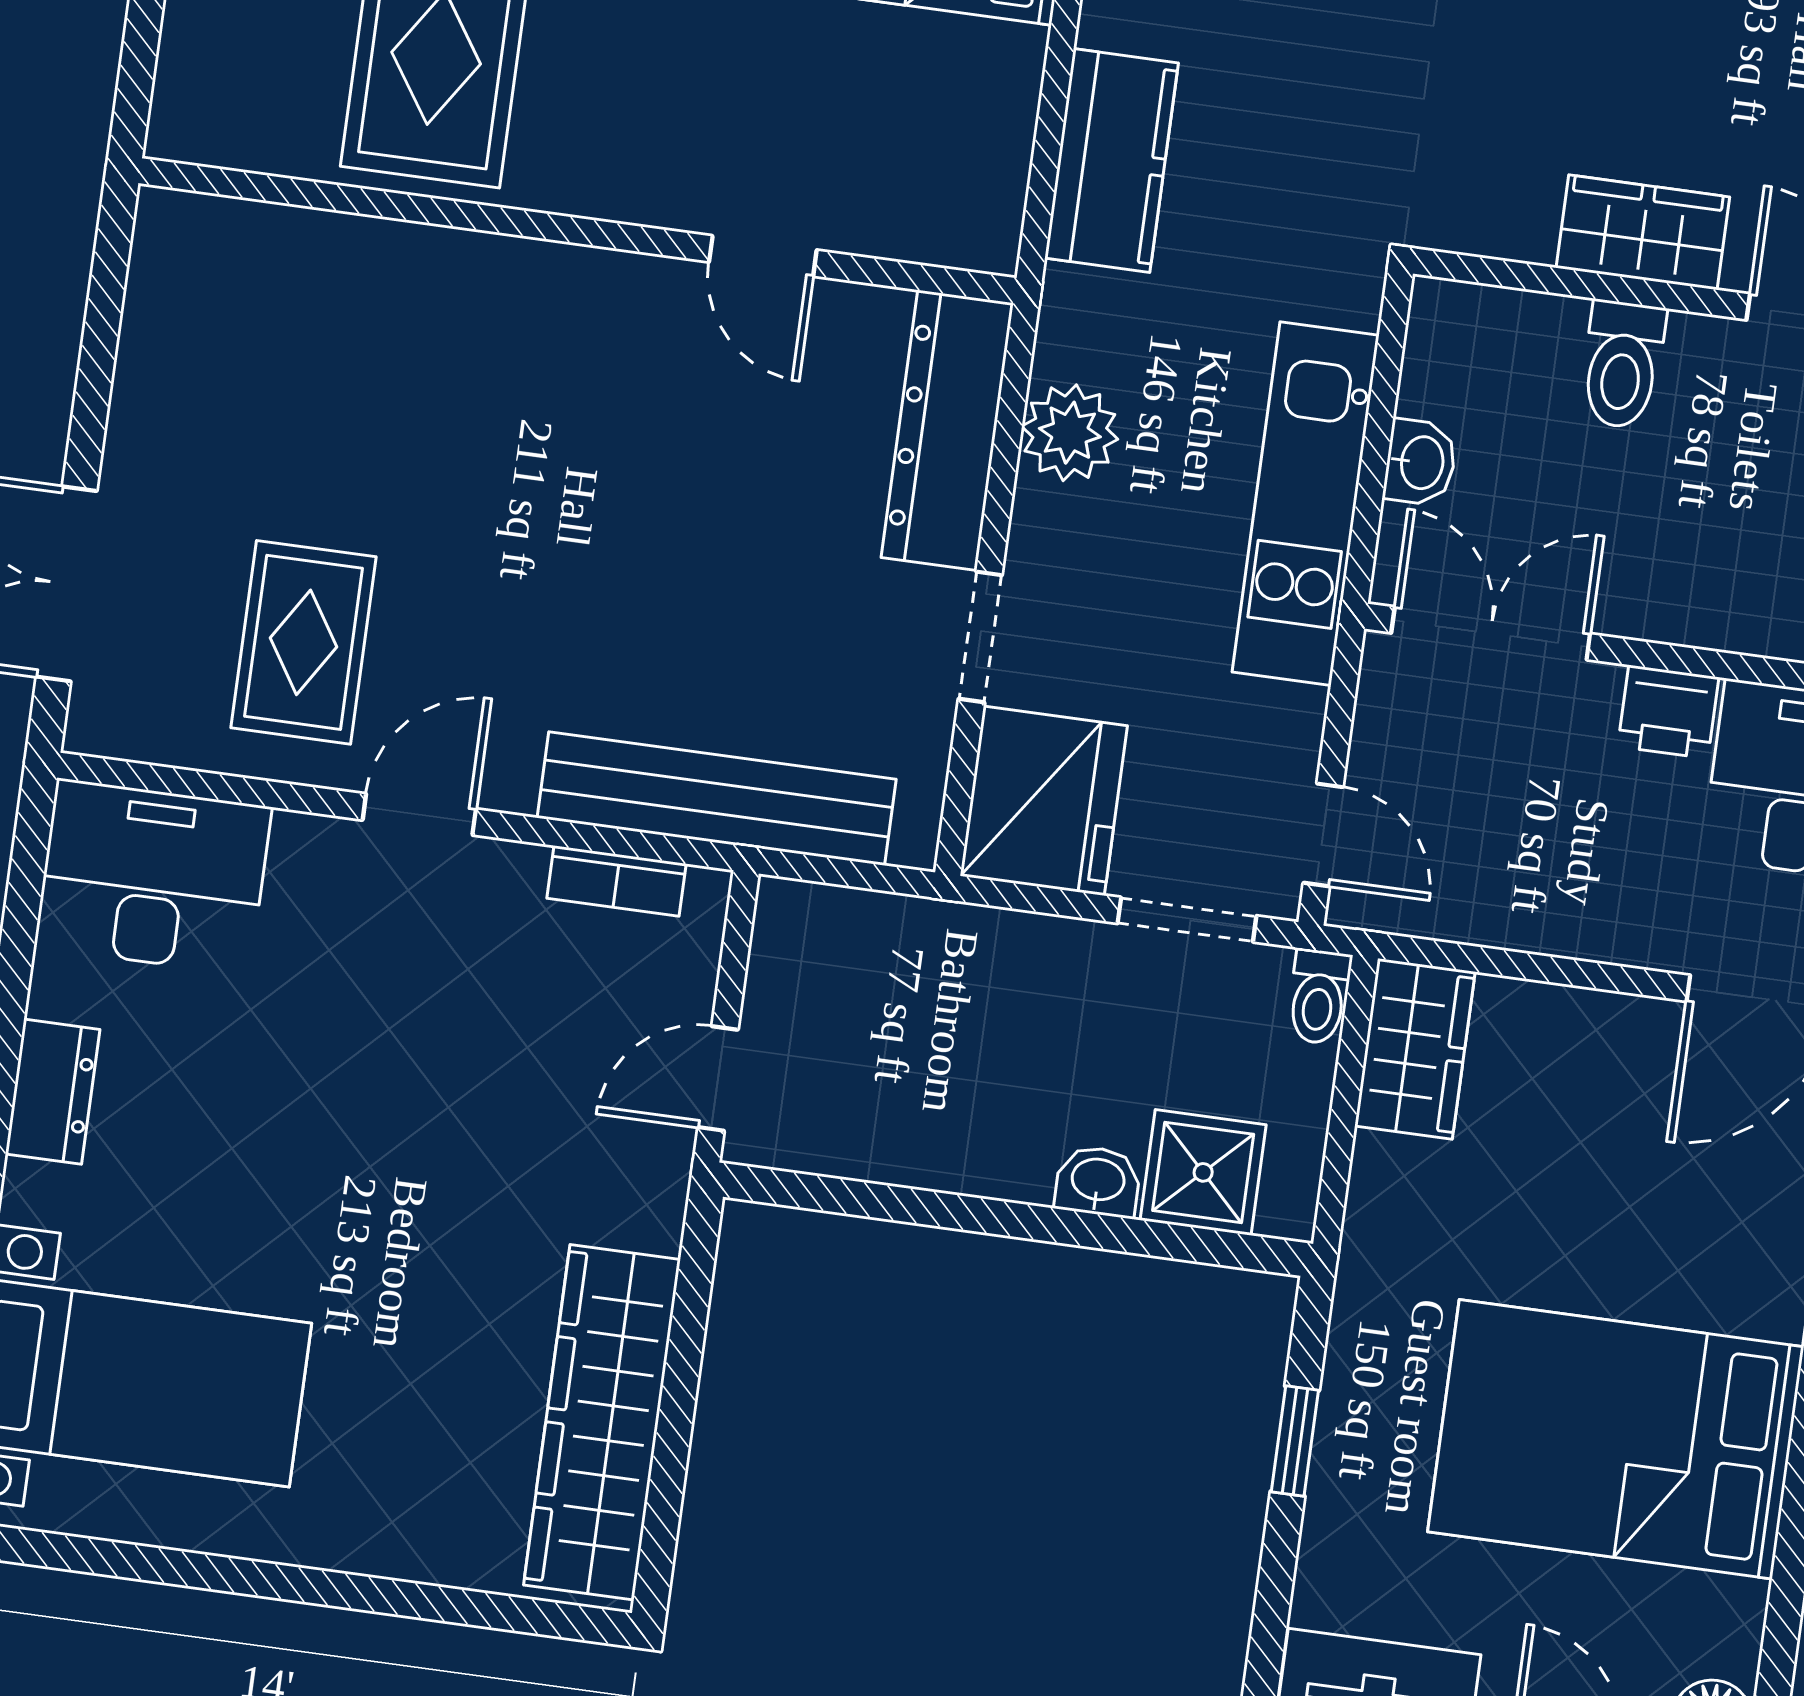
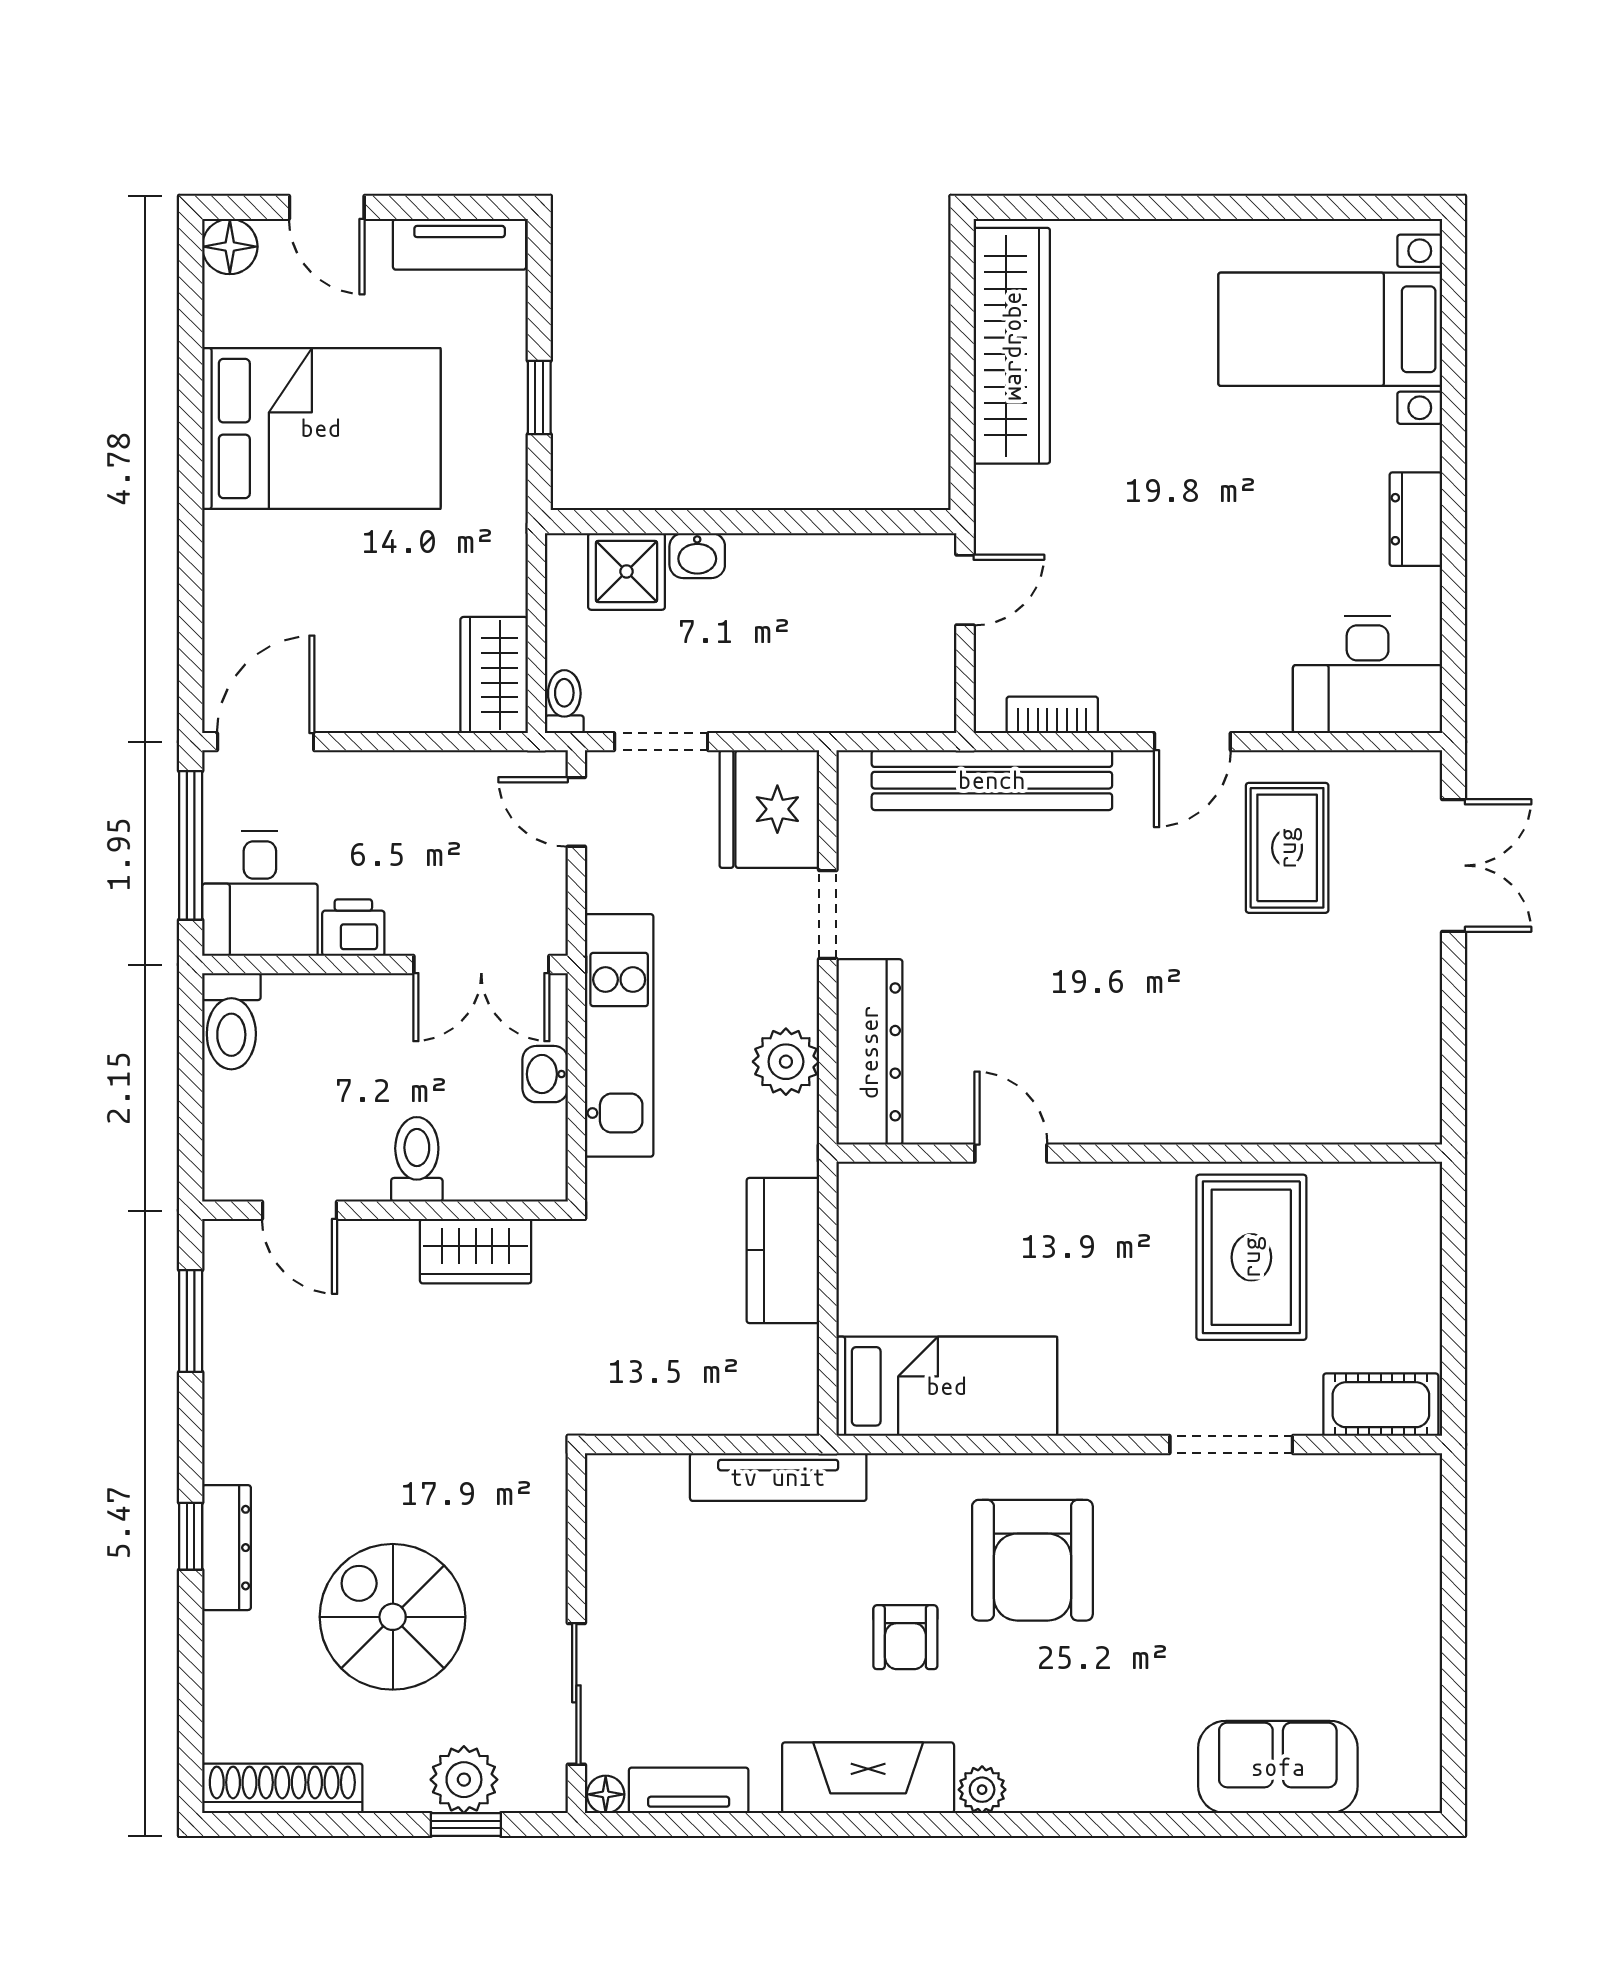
wardrobe: (1643, 232) -> (476, 1251), moved

